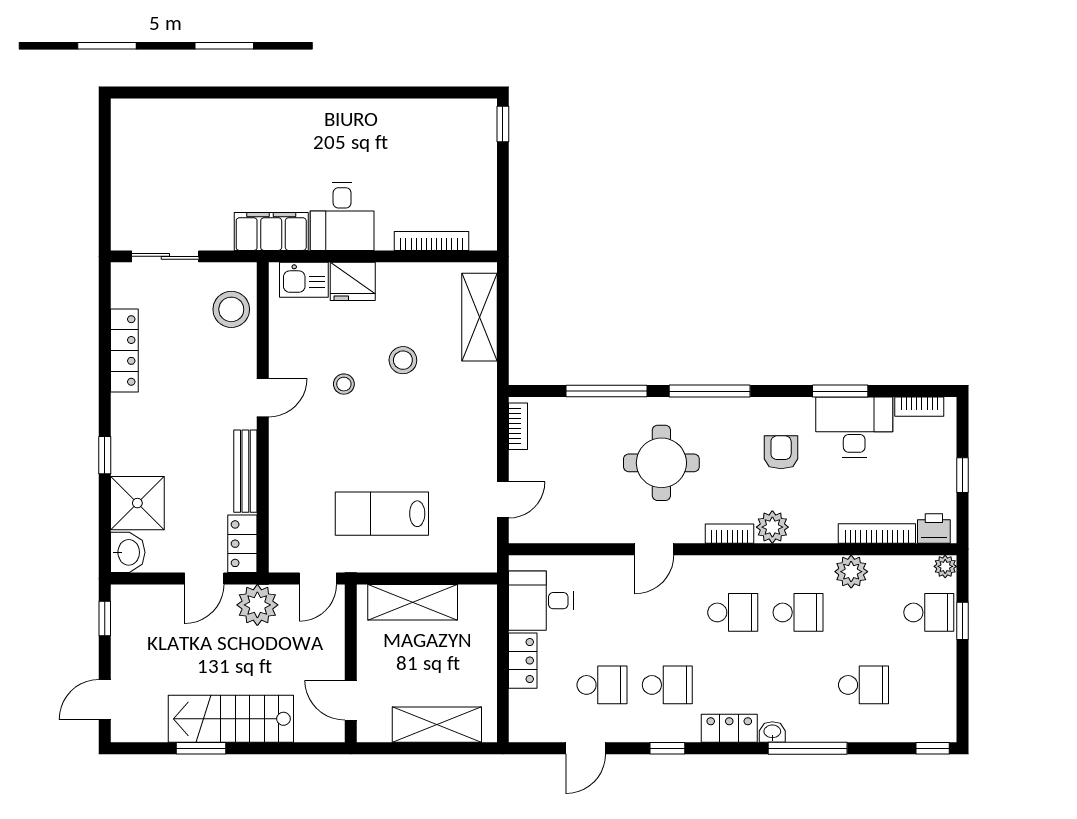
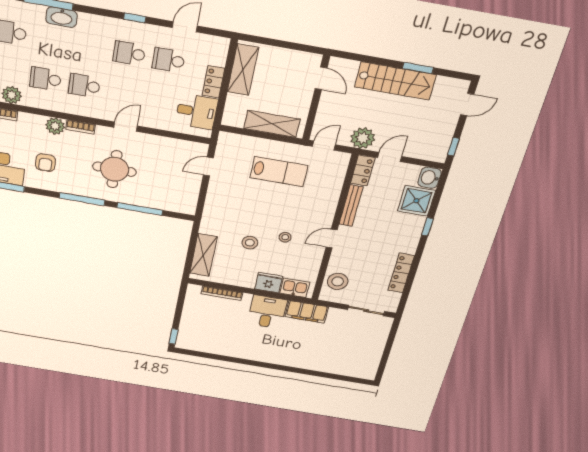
bookcase: (518, 426) -> (192, 201), removed
shelving: (437, 725) -> (243, 70), moved, turned 90
locker: (729, 728) -> (95, 23), removed
washbasin: (772, 732) -> (62, 17), width x1.91, depth x1.45

